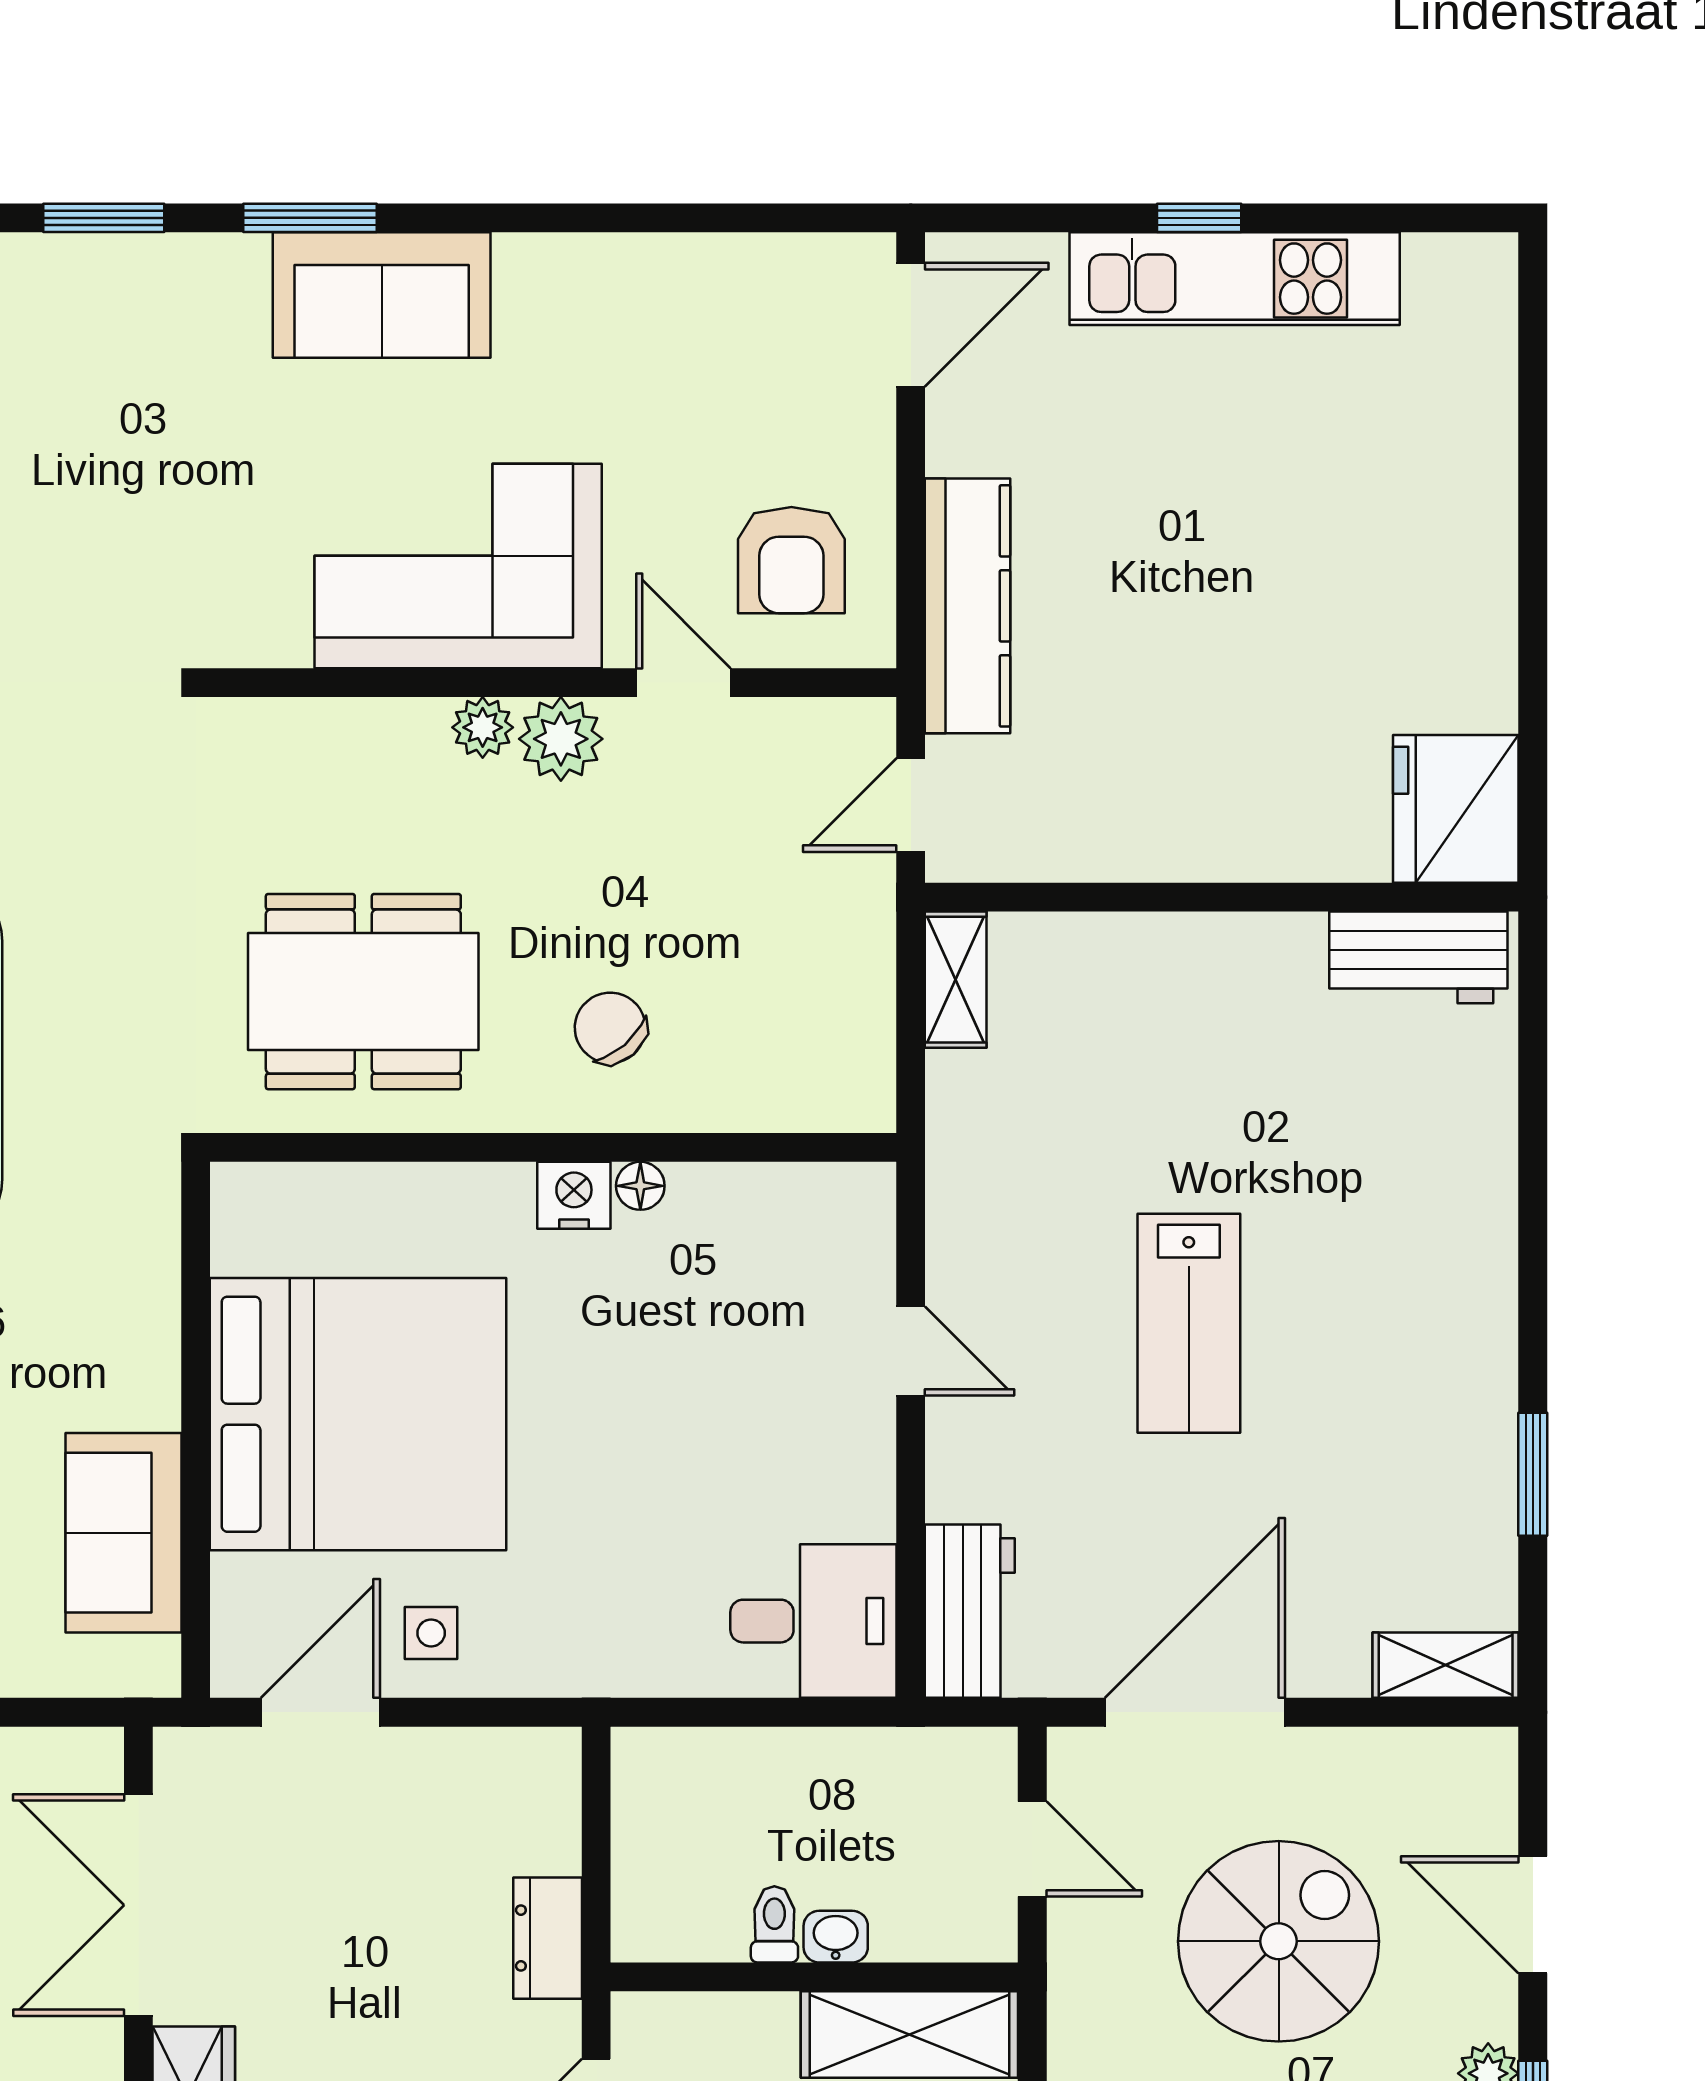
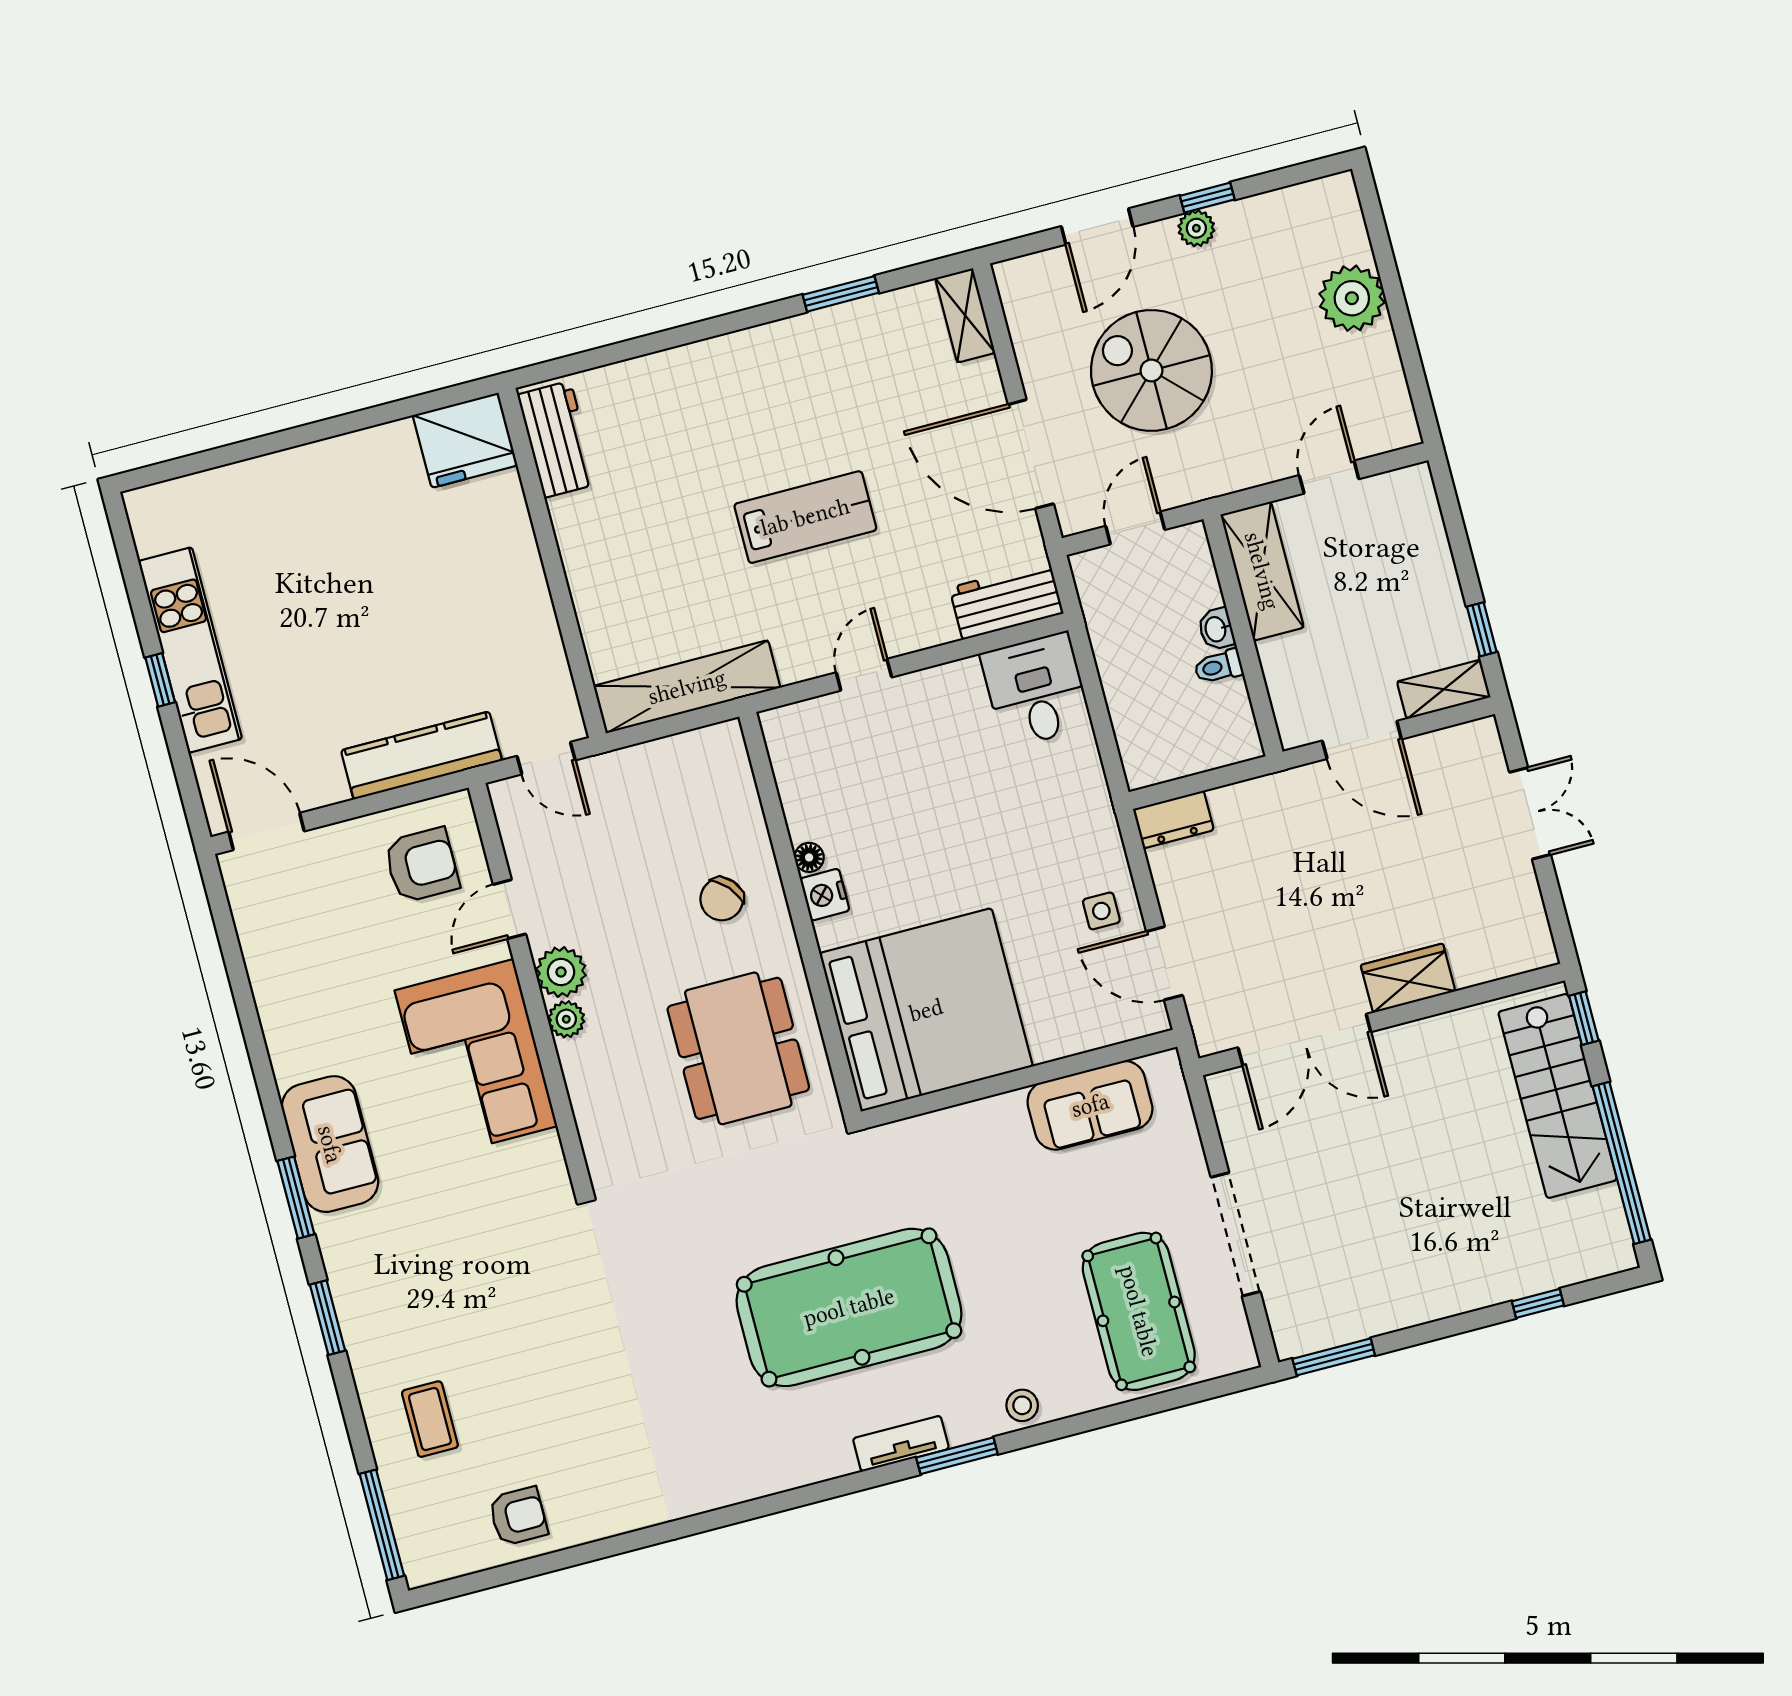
shelving: (956, 980) -> (687, 687), width x2.20, depth x1.33
bed: (358, 1414) -> (926, 1010), moved, turned 90
dresser: (548, 1938) -> (1173, 820), moved

